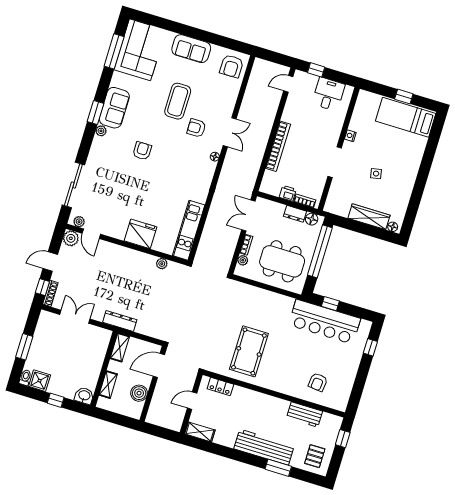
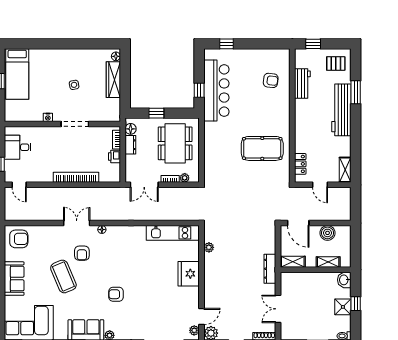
coffee table: (178, 101) -> (63, 276), turned 67
window: (320, 251) -> (156, 113), width x0.32
shower: (40, 381) -> (343, 307), moved

